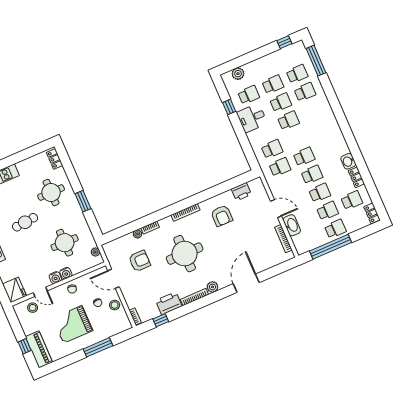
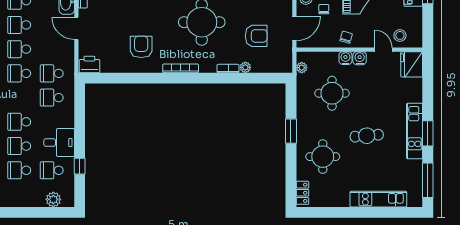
printer: (241, 192) -> (89, 64), moved
armchair: (140, 261) -> (256, 36), turned 180
door: (114, 279) -> (294, 29), hinge flipped

